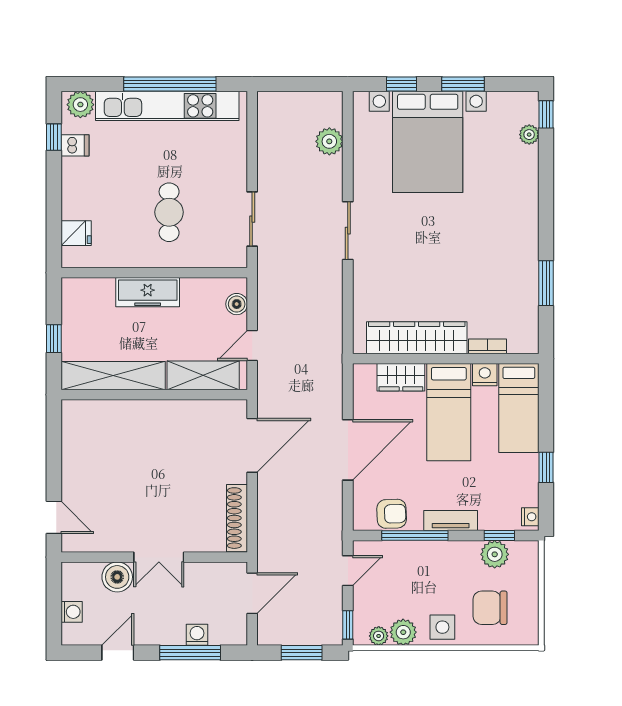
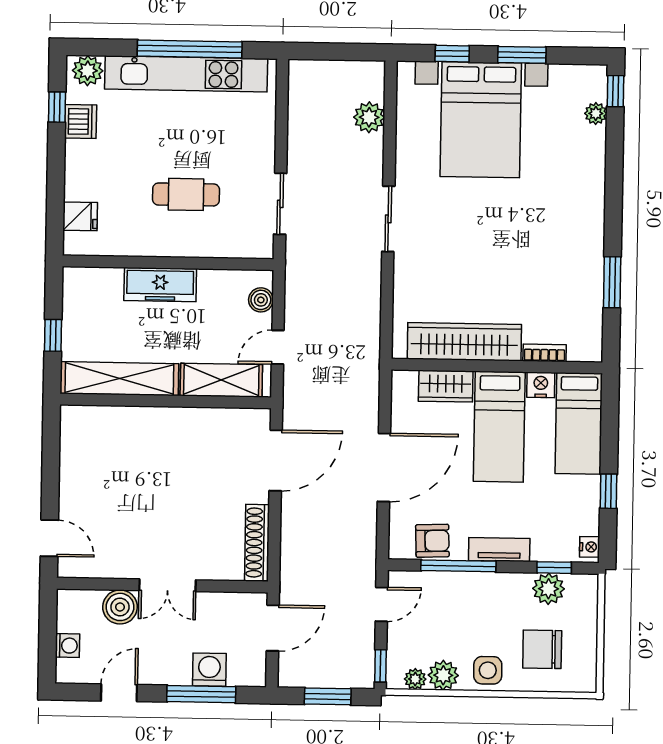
dishwasher: (75, 145) -> (81, 121), width x1.38
cafe table: (169, 212) -> (186, 194), turned 90
washing machine: (197, 635) -> (209, 670), width x1.38, depth x1.38

